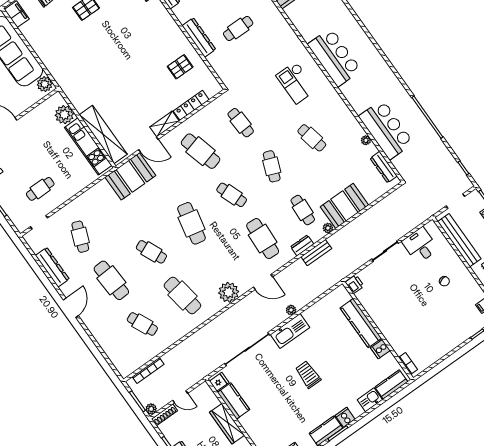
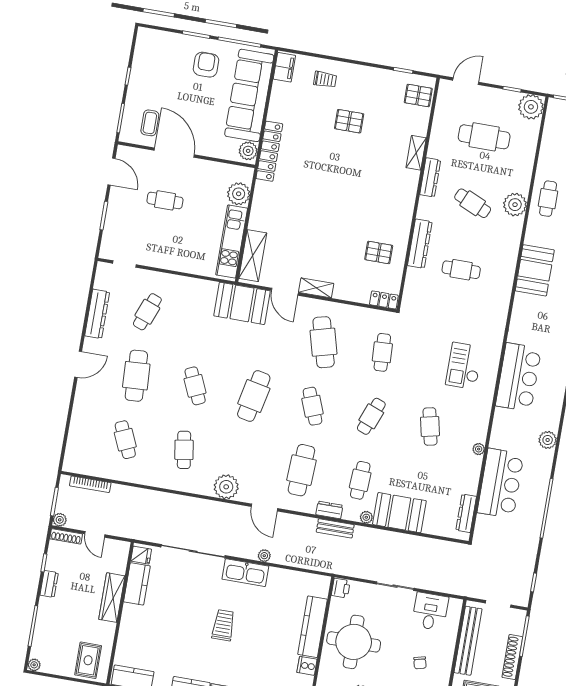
locker: (57, 72) -> (269, 151), added
plant: (388, 77) -> (548, 440), added
locker: (191, 105) -> (384, 300), moved, width x0.66
shelving: (103, 135) -> (253, 256), width x0.68
plant: (366, 140) -> (479, 449), moved
cafe table: (40, 189) -> (165, 200), moved
cafe table: (182, 296) -> (184, 450), width x0.73, depth x0.74
round table: (394, 308) -> (354, 642), added

